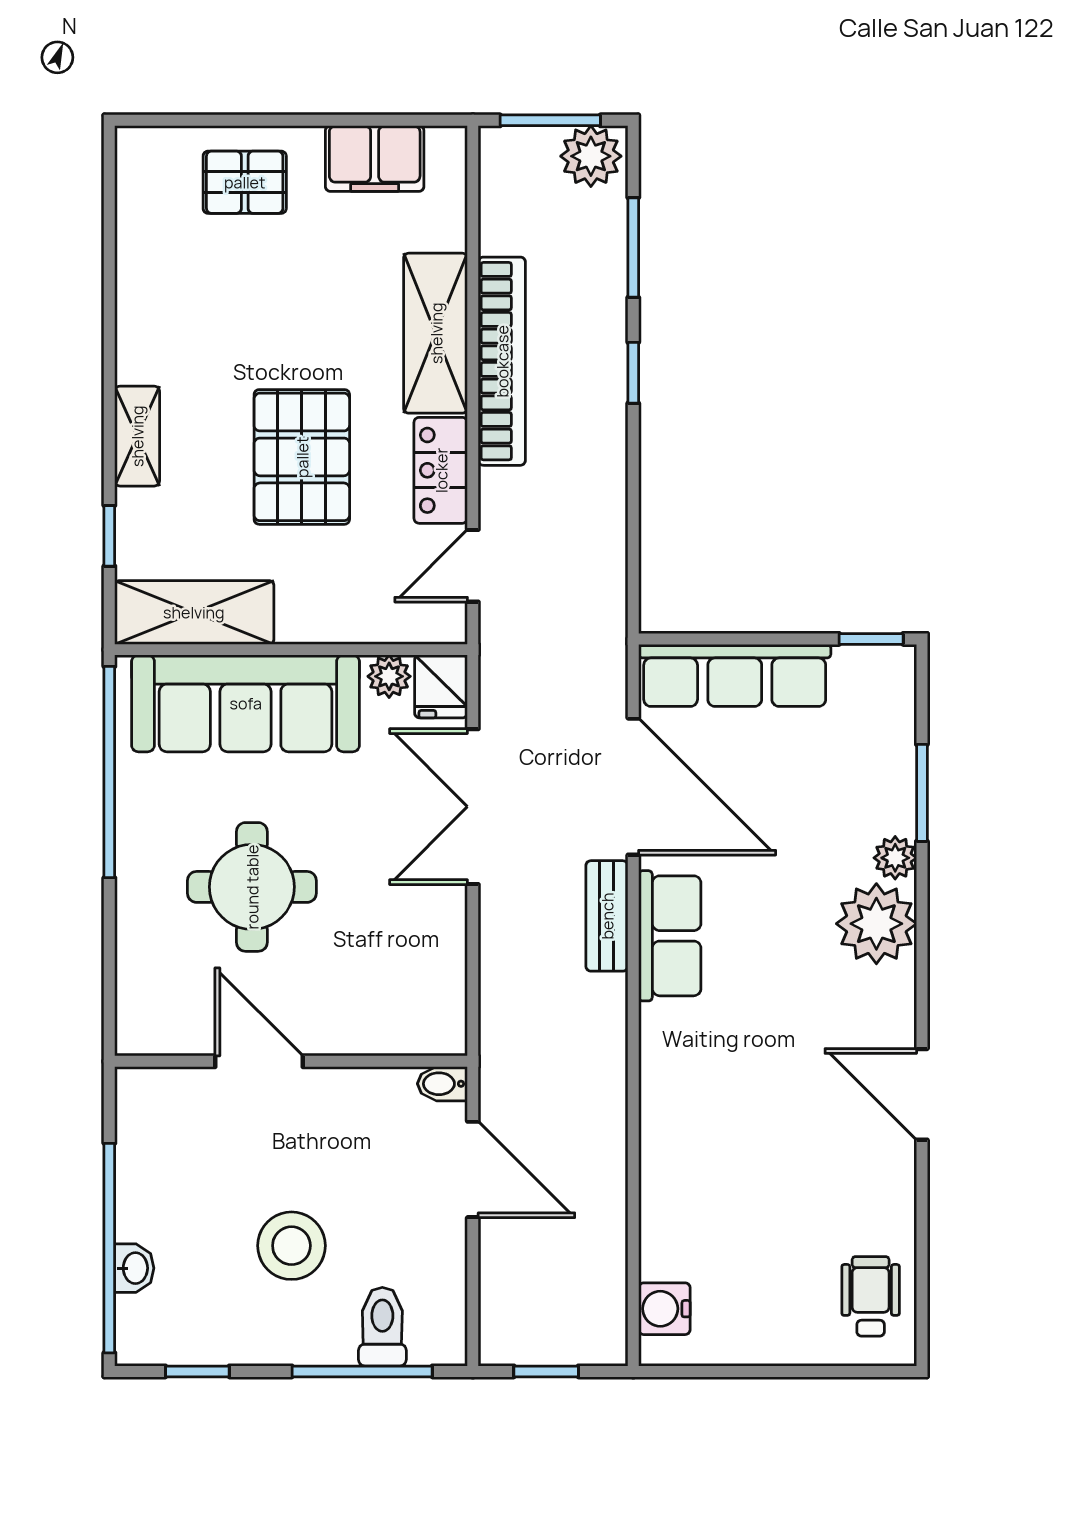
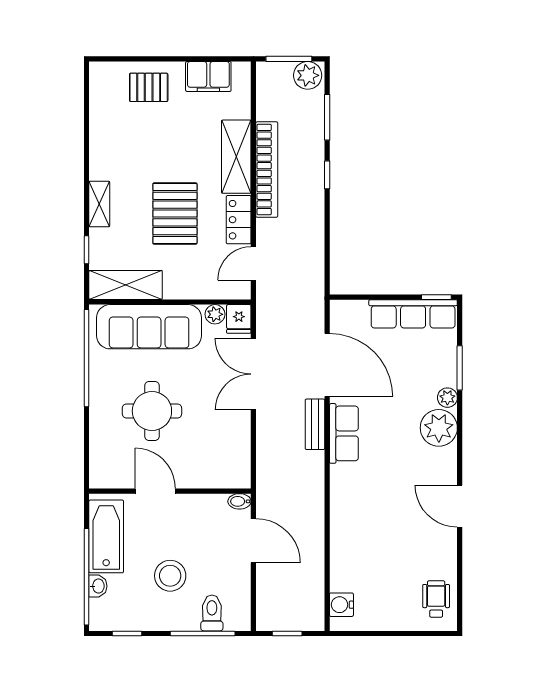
row of seats: (735, 675) -> (413, 314), moved
bathtub: (152, 1160) -> (106, 536), added

